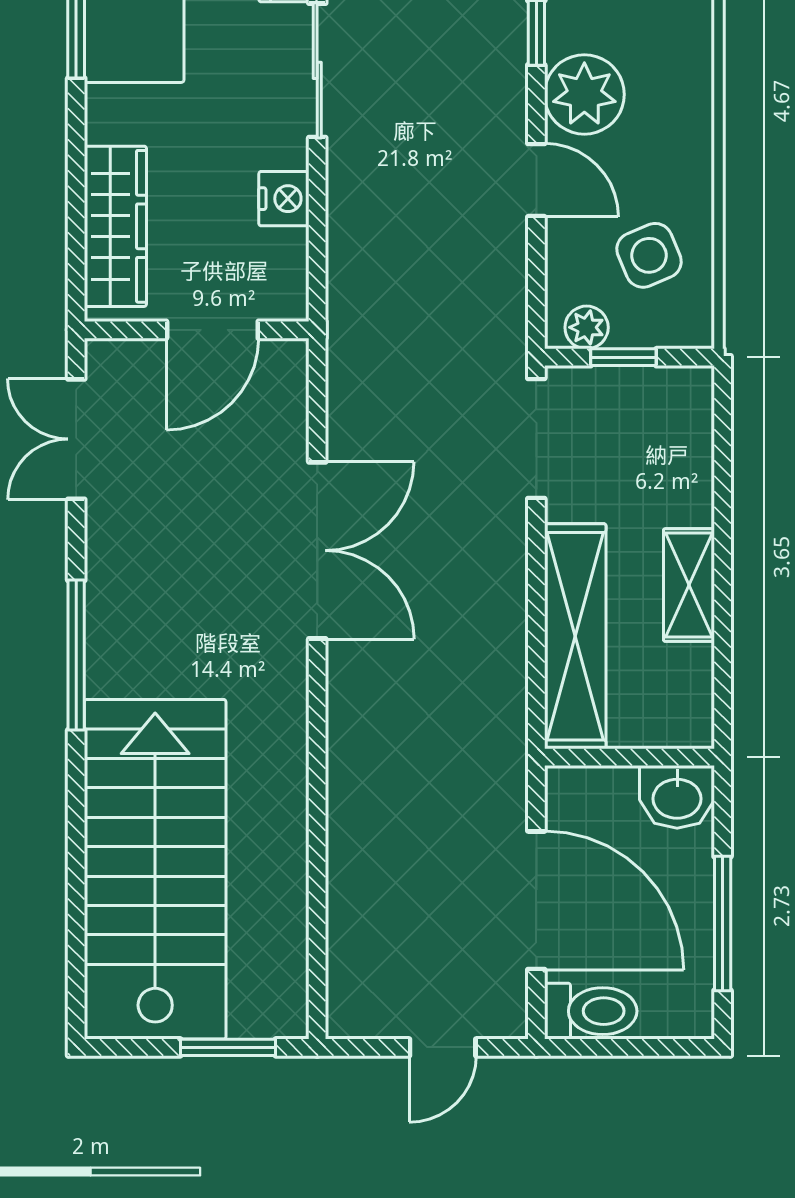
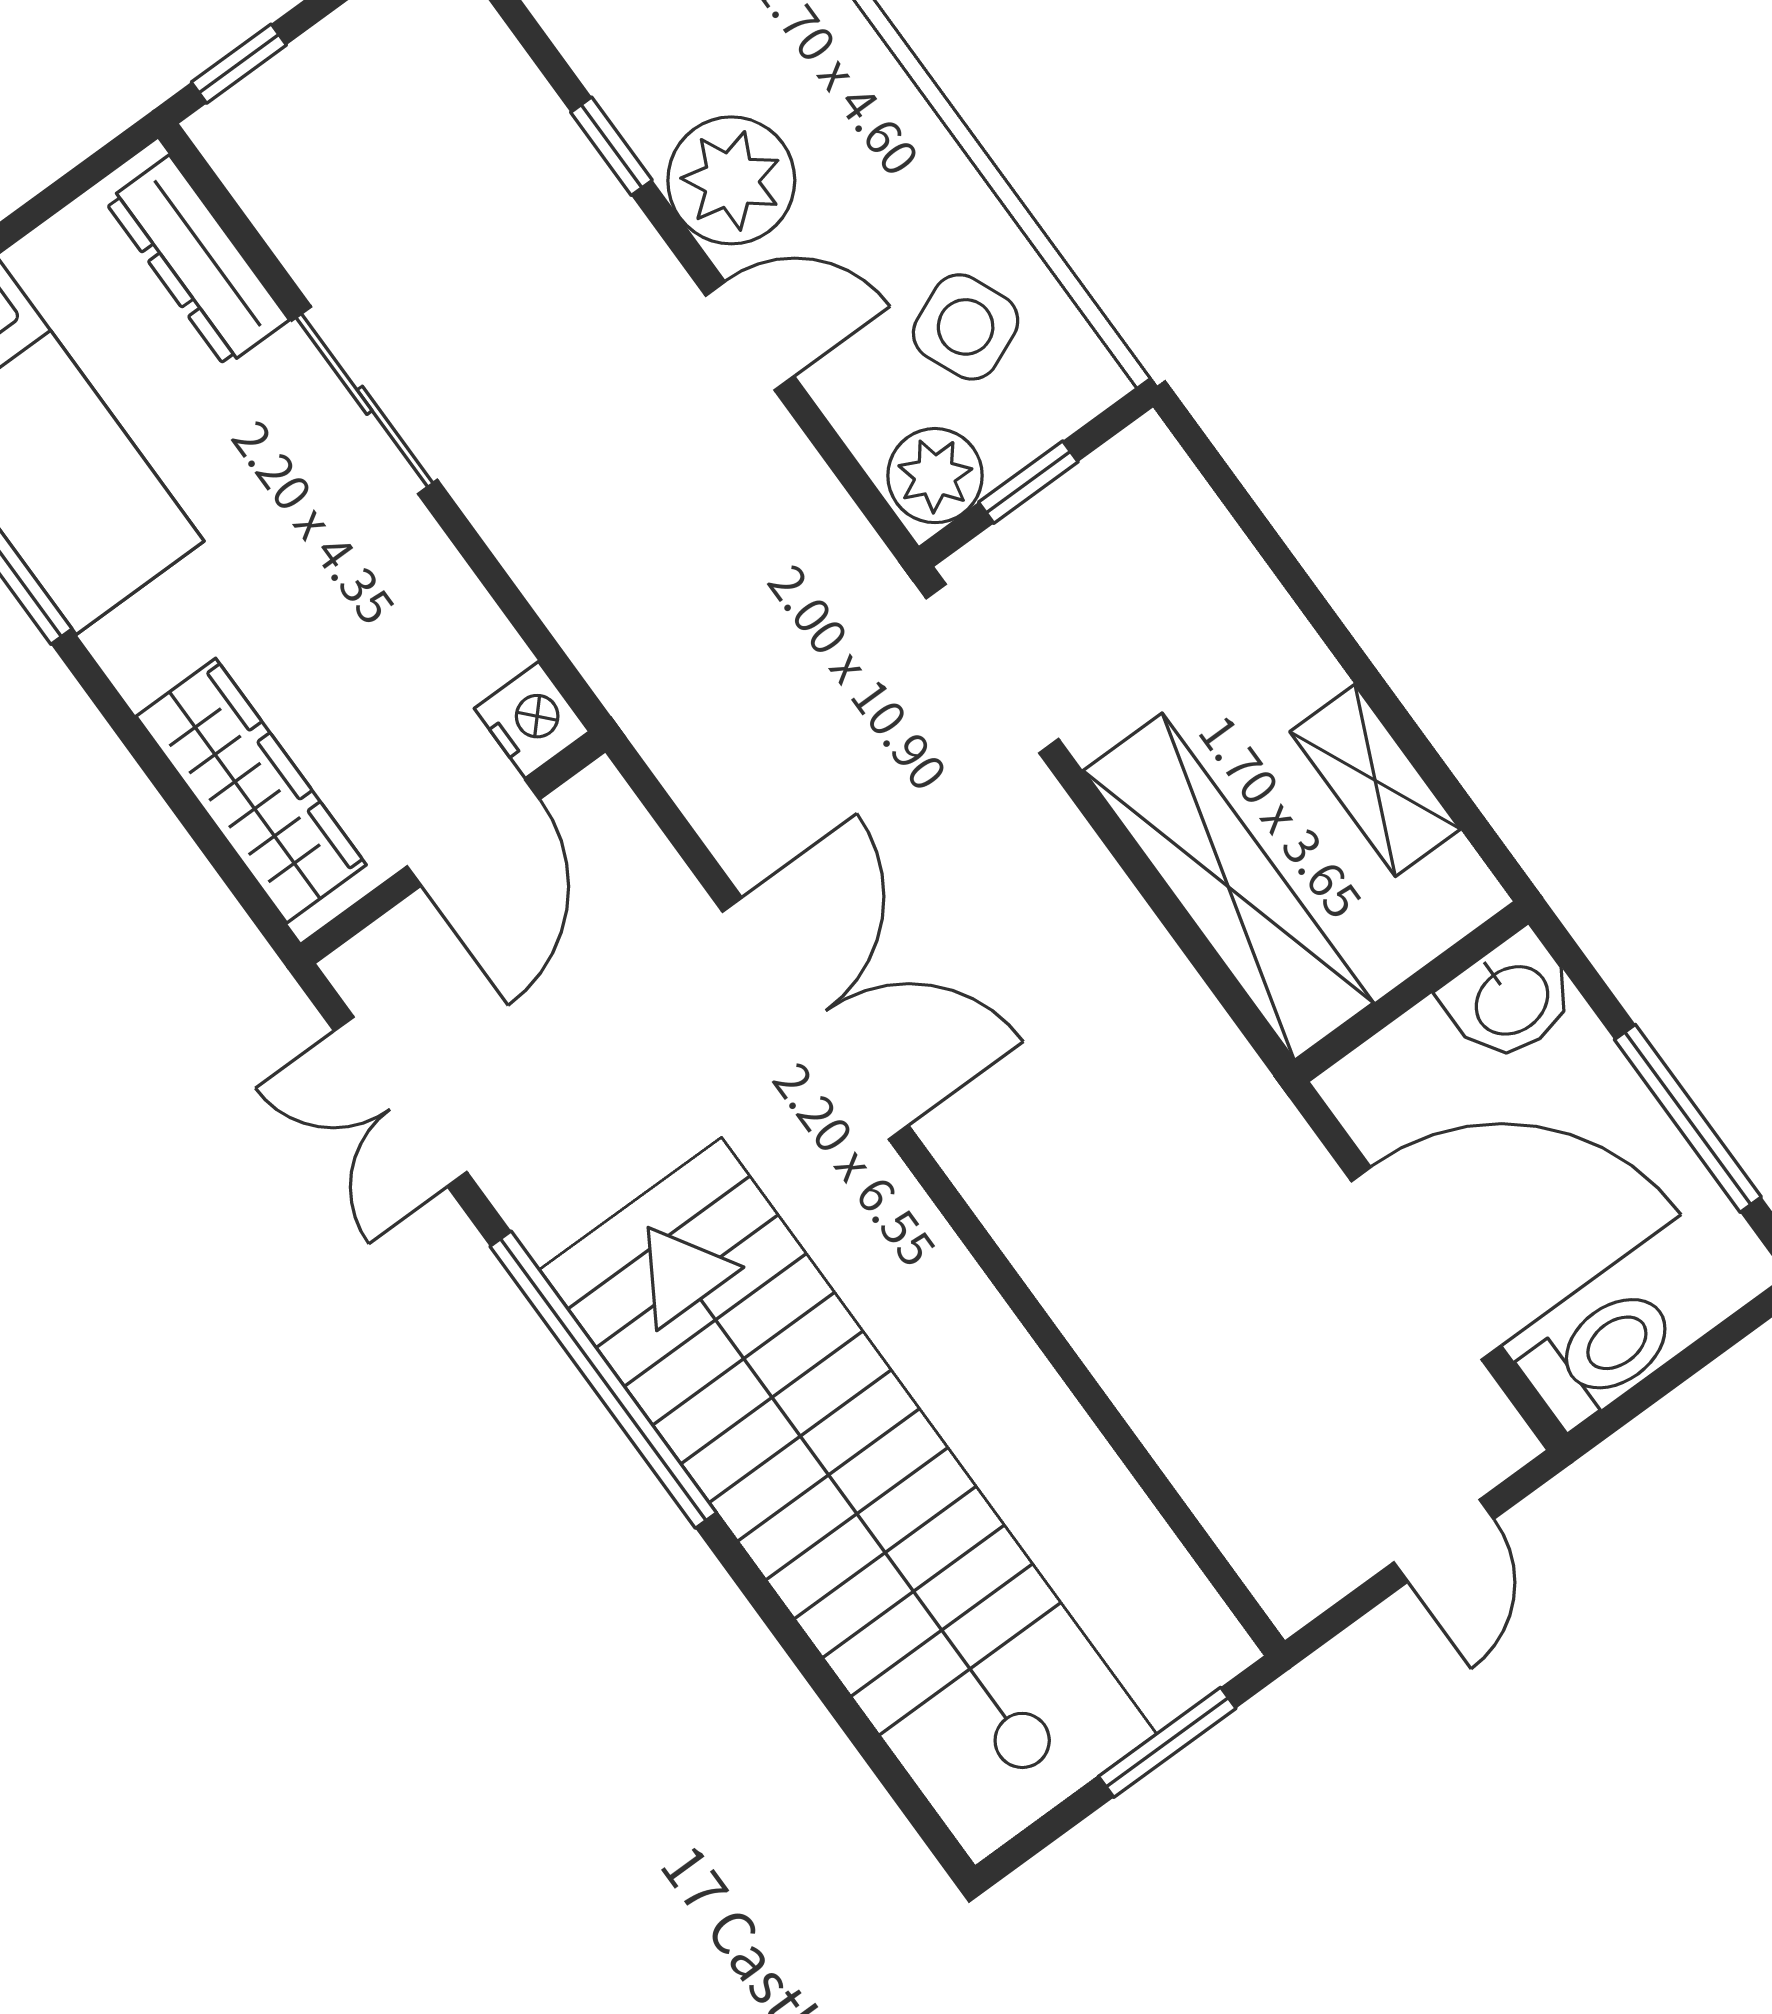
nightstand: (284, 199) -> (532, 720), moved
plant: (587, 327) -> (935, 476), width x1.38, depth x1.38
shelving: (689, 585) -> (1375, 780), moved
window: (76, 655) -> (603, 1380), width x1.46
stairs: (155, 869) -> (848, 1502), width x1.36

